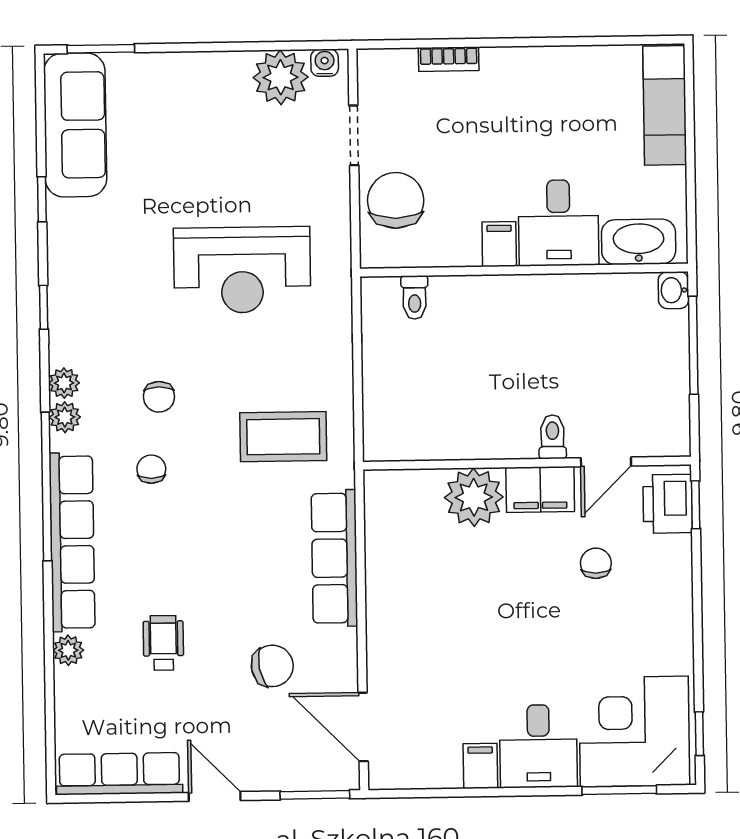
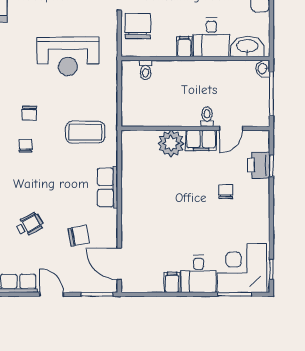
toilet: (552, 437) -> (207, 117), moved
door: (606, 462) -> (231, 128), moved
wall: (527, 463) -> (195, 128), moved
filing cabinet: (540, 489) -> (201, 140), moved
plant: (474, 497) -> (171, 143), moved
row of seats: (334, 558) -> (108, 187), width x0.68
wheelchair: (163, 643) -> (30, 225), turned 62

